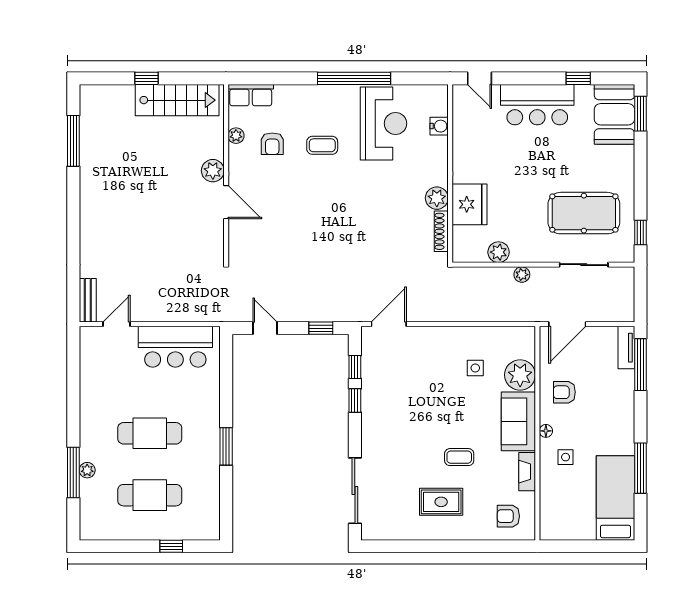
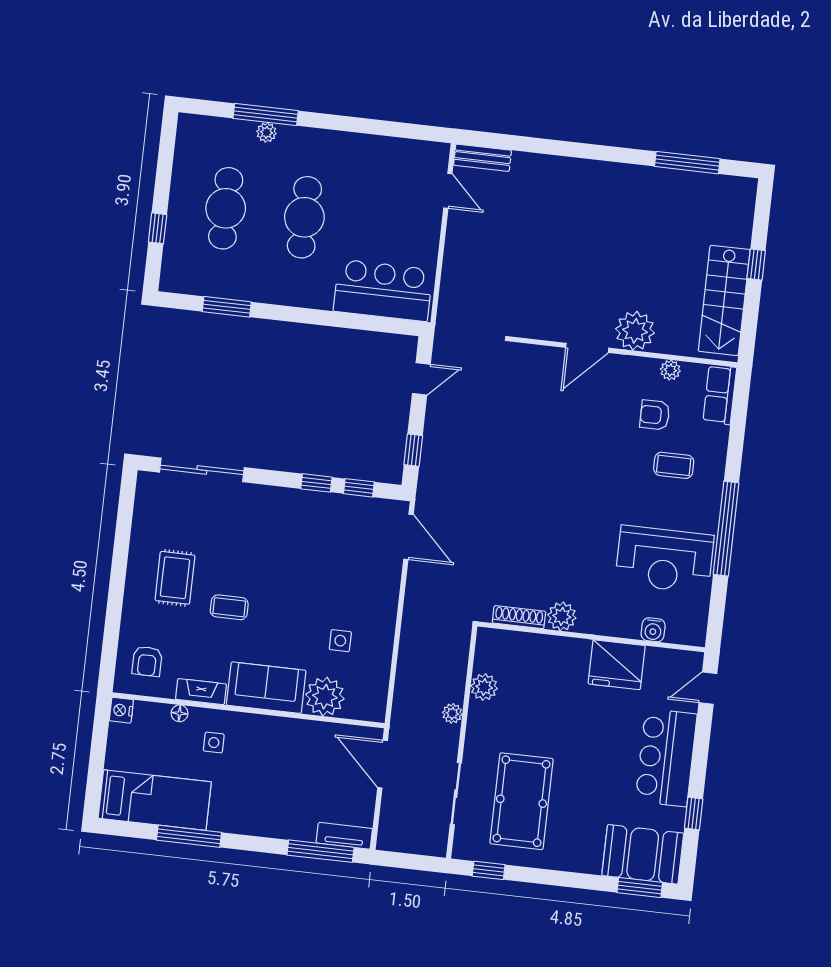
coffee table: (322, 145) -> (674, 465), moved, turned 90
plant: (213, 171) -> (635, 331), width x1.36, depth x1.36
fridge: (469, 204) -> (617, 665), moved
bar counter: (175, 347) -> (383, 290), moved, turned 90
armchair: (564, 392) -> (297, 750), removed
floor lamp: (546, 431) -> (180, 713), moved
window: (226, 446) -> (227, 307), moved
coffee table: (459, 457) -> (229, 607), turned 90
armchair: (508, 516) -> (147, 661), turned 180
nightstand: (549, 532) -> (121, 710), added

